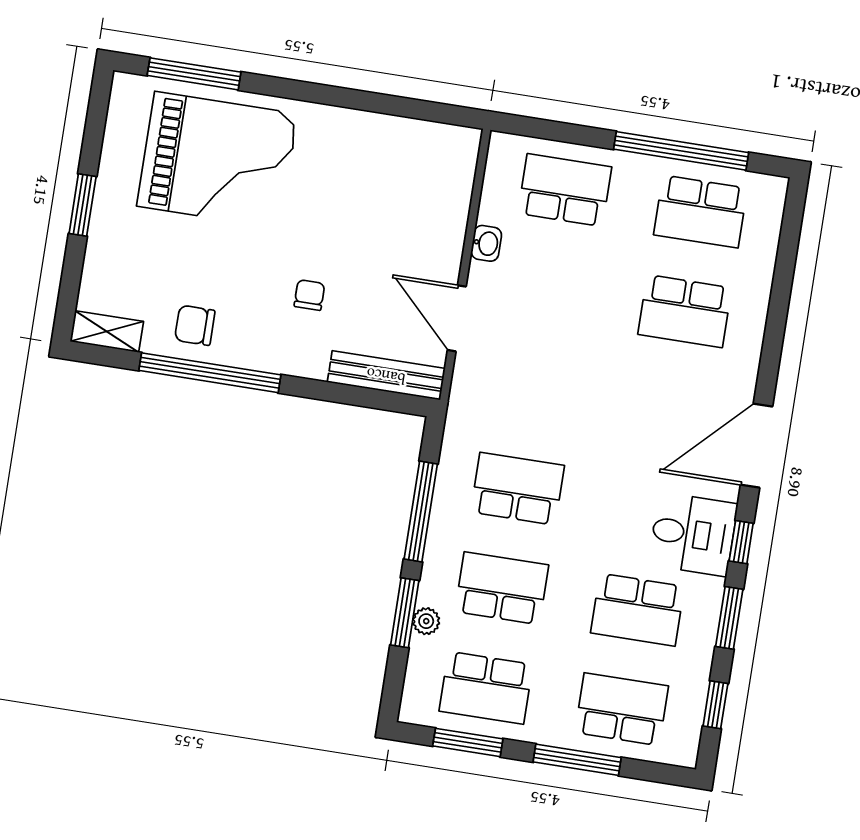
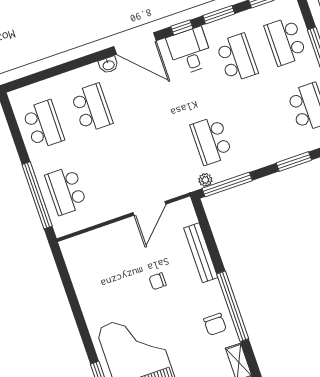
window: (681, 151) -> (37, 195), moved
washbasin: (486, 243) -> (108, 65), moved, turned 180
chair: (309, 295) -> (158, 281), moved
bench: (386, 375) -> (201, 253), moved
window: (421, 512) -> (227, 185), moved
school desk: (502, 588) -> (260, 124), removed
plant: (426, 621) -> (205, 180), moved

